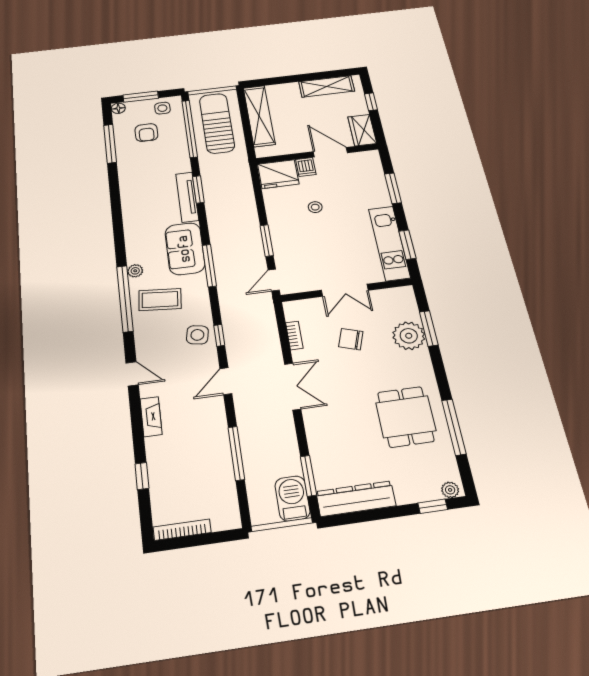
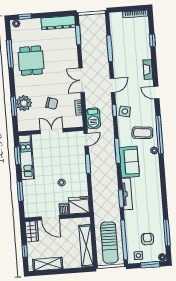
barbecue: (292, 498) -> (93, 118), moved

